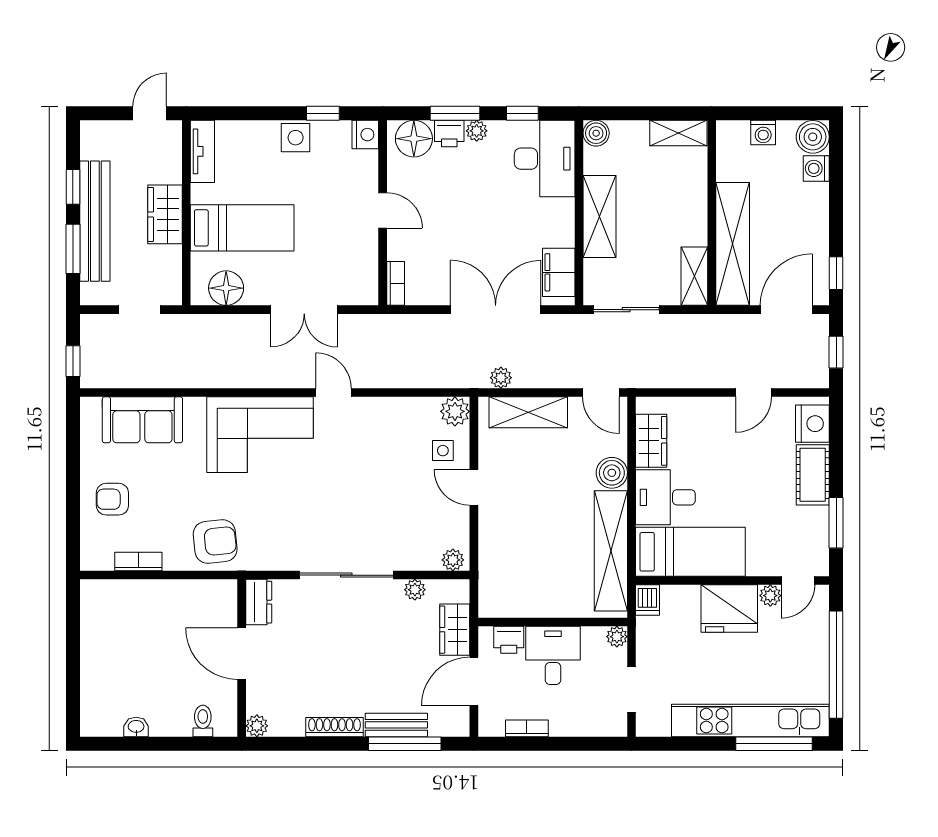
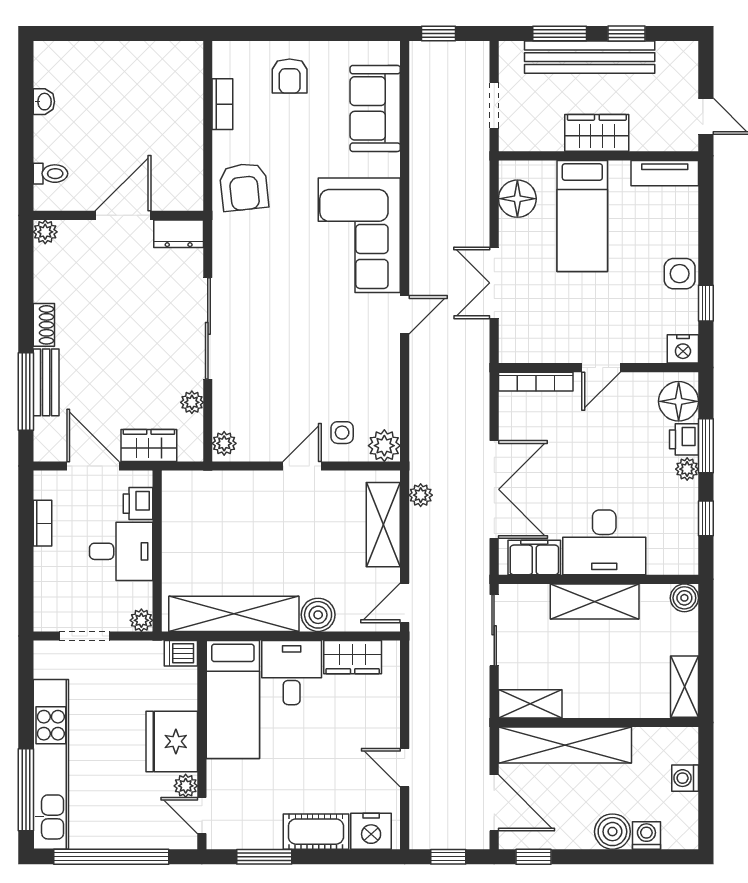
boiler: (813, 137) -> (612, 832), moved
desk: (545, 159) -> (604, 542), moved
bookcase: (396, 283) -> (536, 382), width x1.56
armchair: (112, 499) -> (290, 76), turned 180
shoe rack: (334, 727) -> (44, 325), width x0.70

